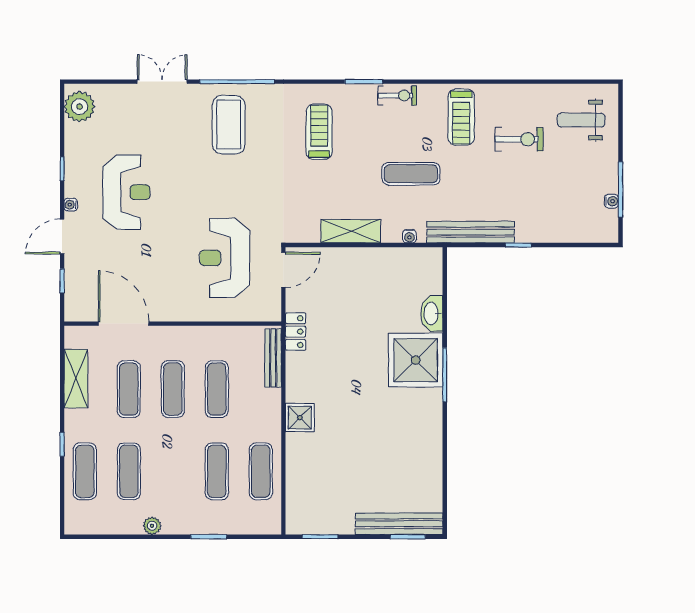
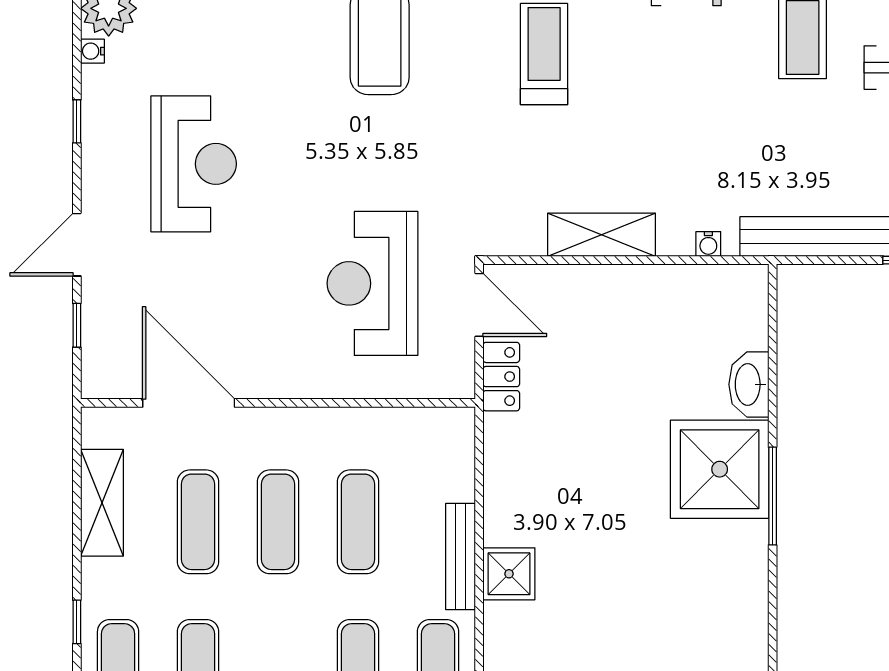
exercise mat: (411, 174) -> (711, 130), removed
water cooler: (71, 205) -> (92, 51), moved
door: (283, 270) -> (479, 305), hinge flipped
locker: (296, 332) -> (501, 377), moved
bench: (273, 358) -> (461, 557), moved

